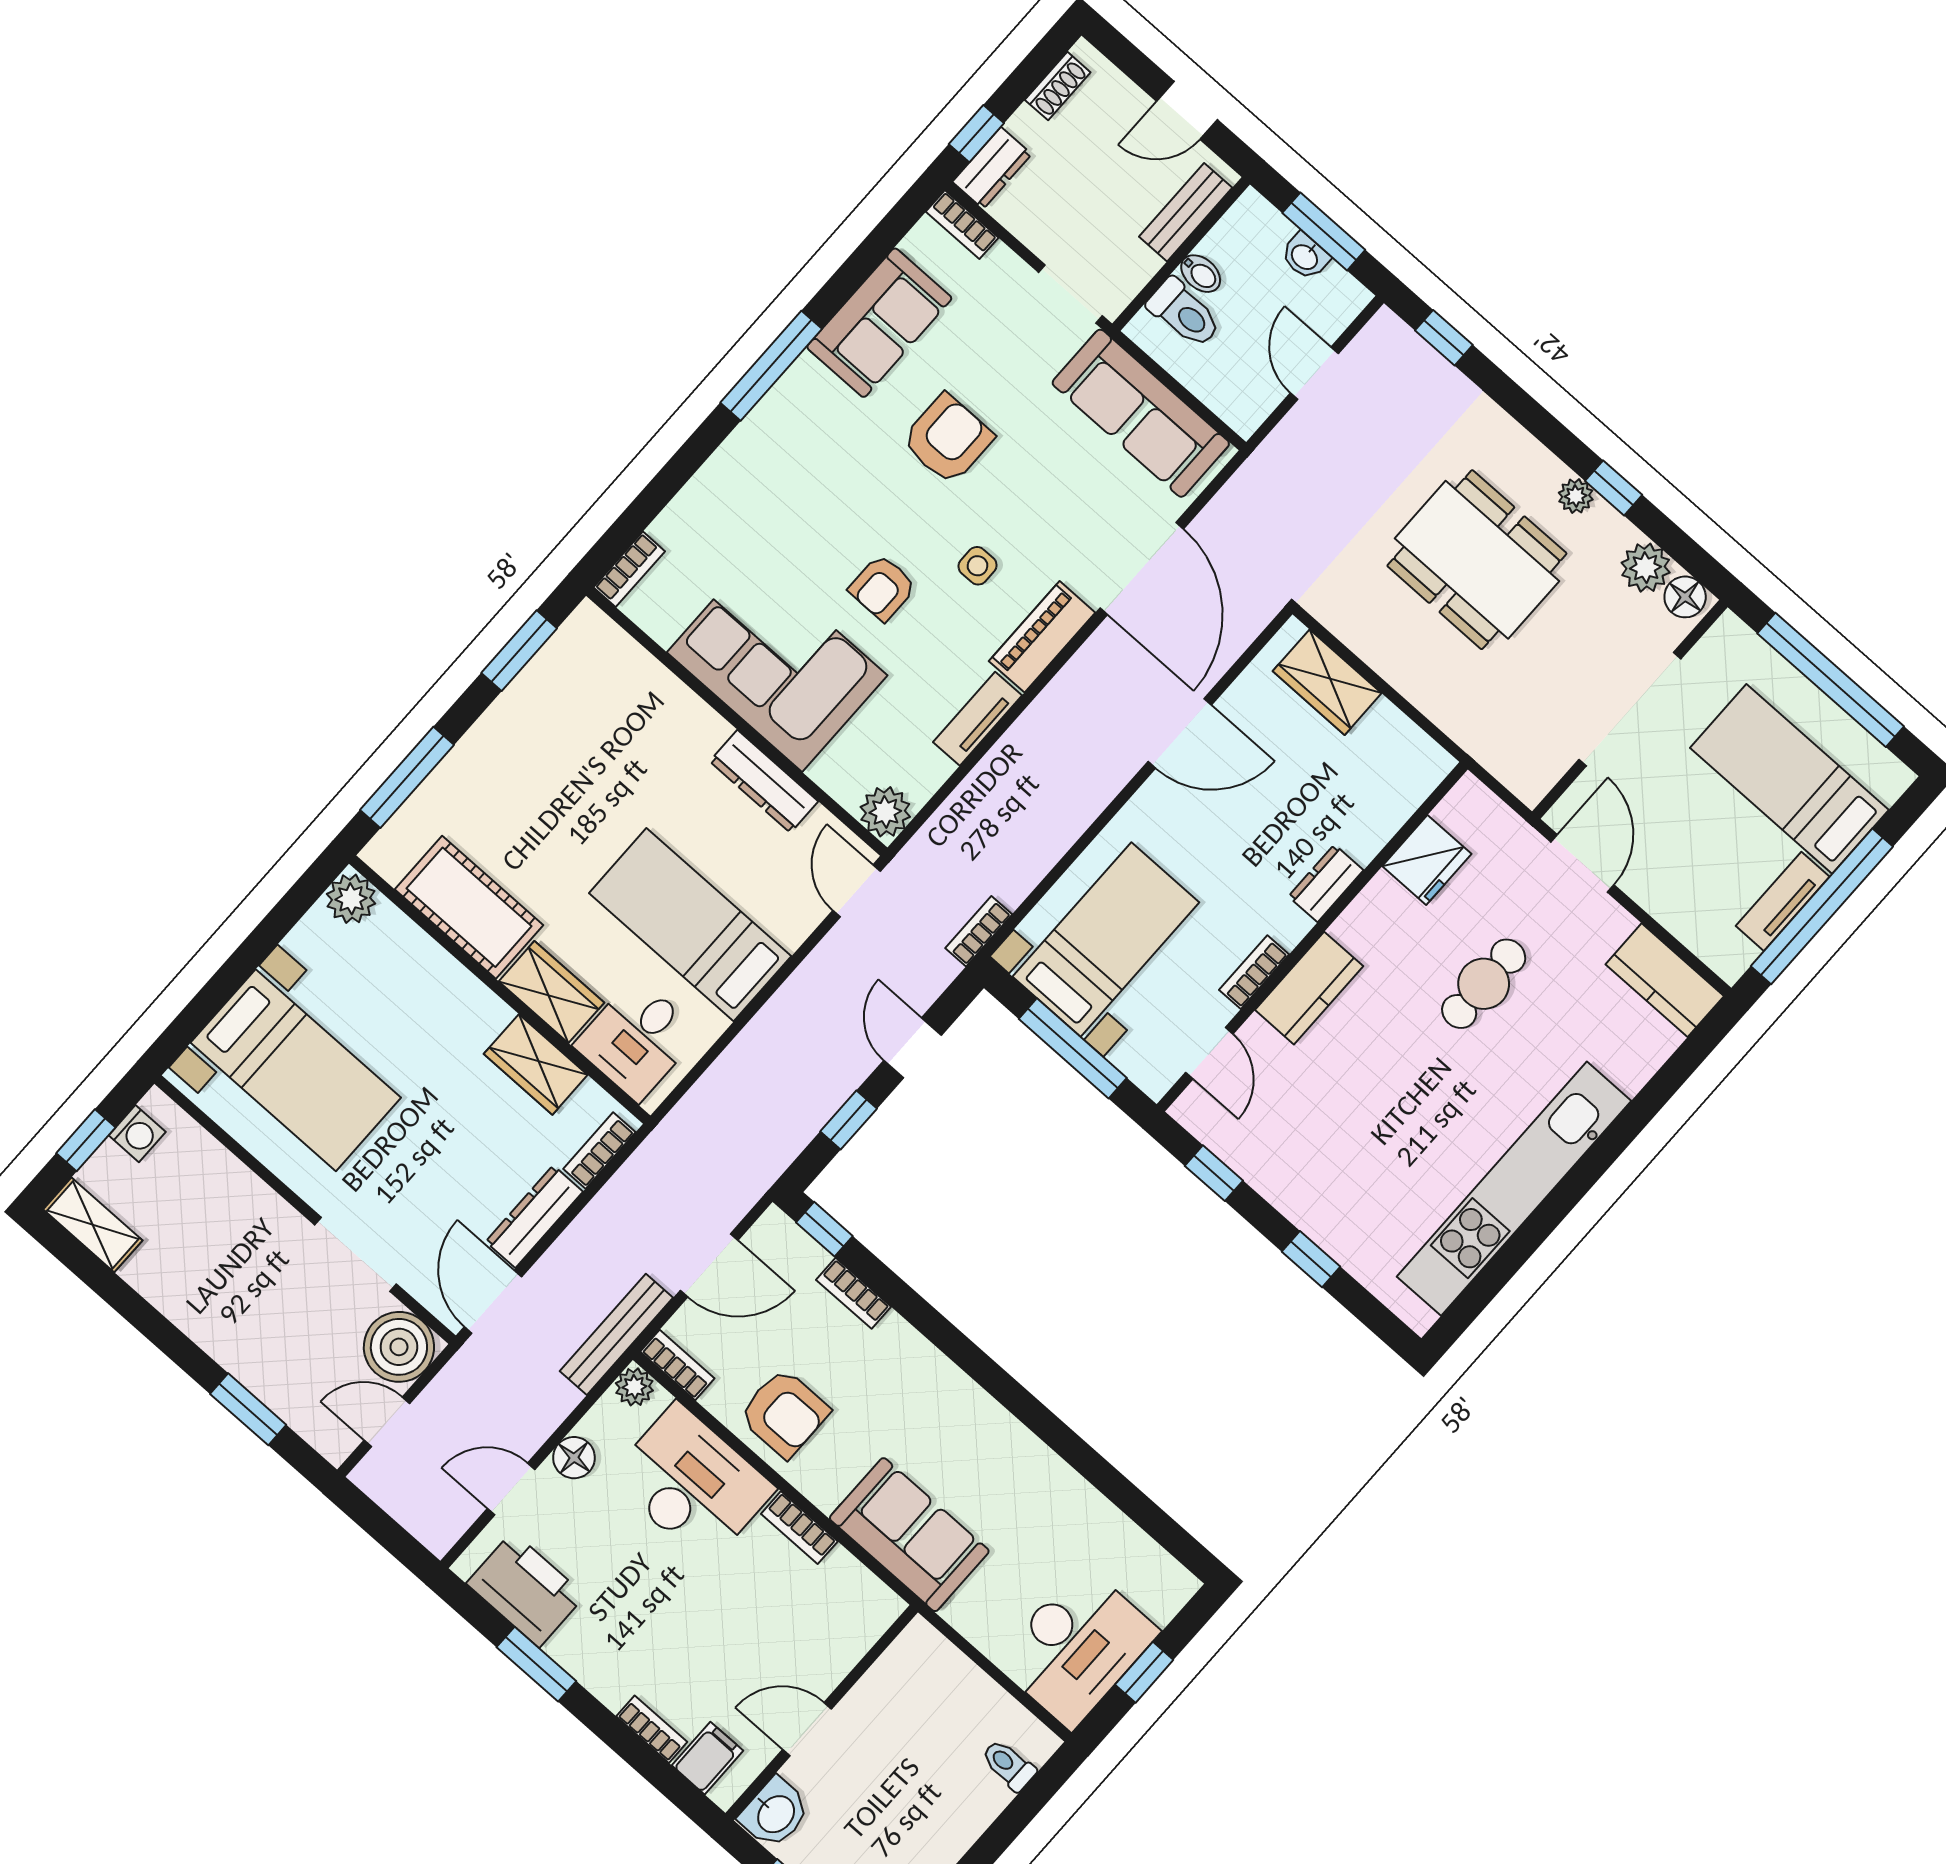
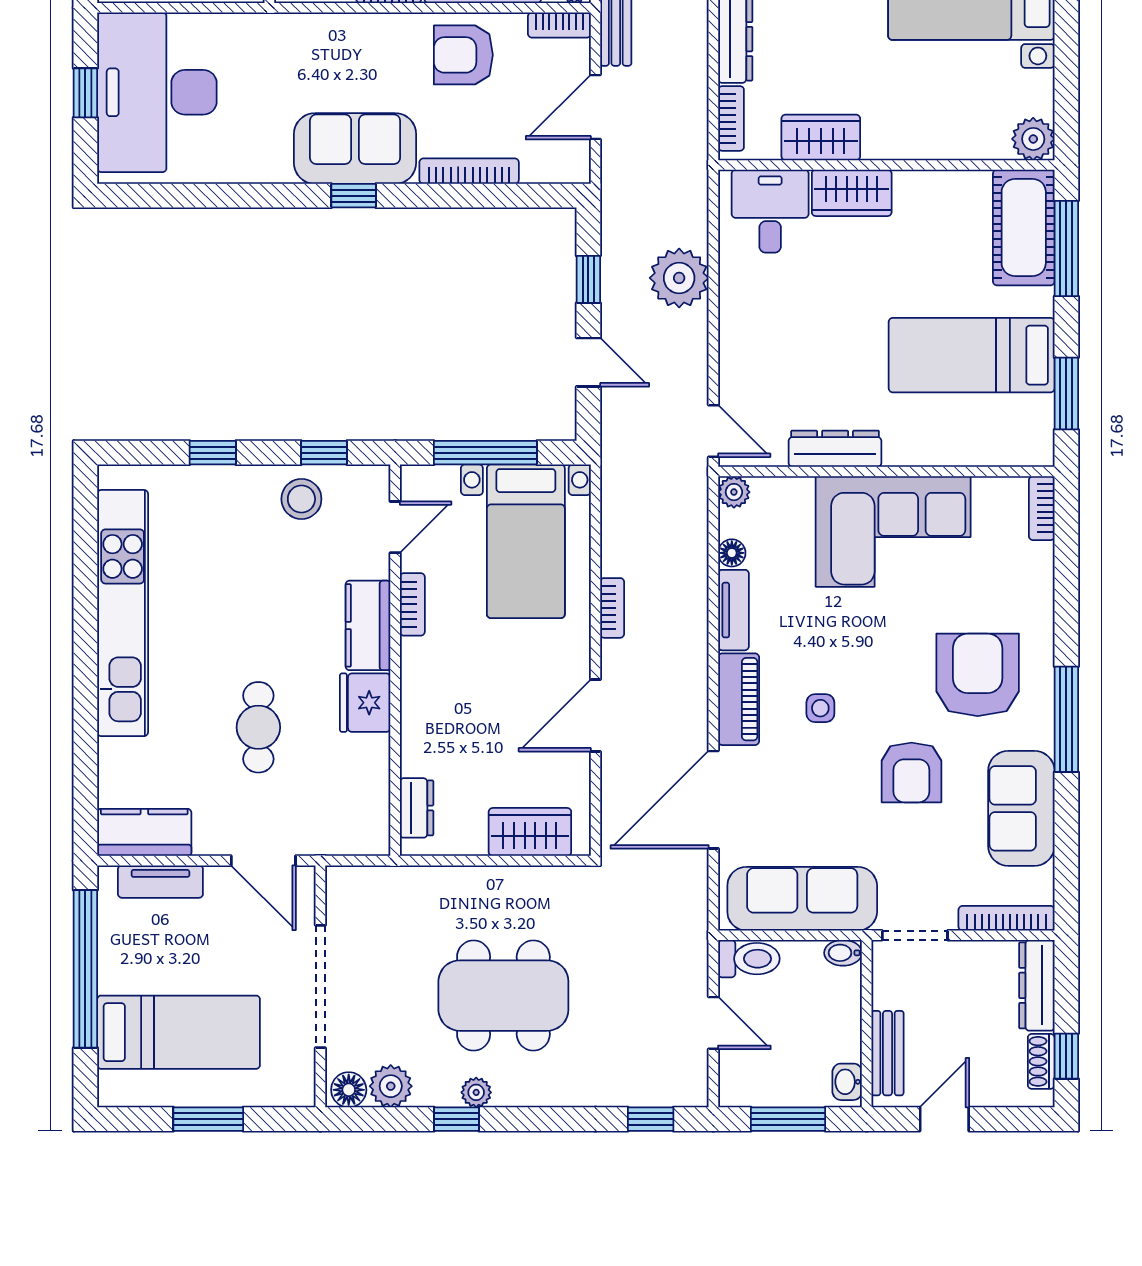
window: (976, 134) -> (1066, 1056), moved
dresser: (992, 168) -> (1037, 985), width x1.44
bookcase: (962, 225) -> (1006, 918), width x1.56
washbasin: (1305, 256) -> (847, 1082), moved, turned -90
bidet: (1201, 274) -> (843, 953), moved
toilet: (1184, 313) -> (749, 959), moved, turned 180
door: (1142, 569) -> (713, 800), hinge flipped
armchair: (882, 588) -> (978, 675), moved, width x1.88, depth x1.88
window: (1831, 680) -> (208, 1119), width x0.47
floor lamp: (935, 770) -> (732, 553), added
plant: (885, 812) -> (734, 492), width x0.73, depth x0.73
fridge: (1427, 860) -> (365, 703), moved
dresser: (1326, 883) -> (417, 808), moved
tv unit: (1783, 901) -> (160, 882), moved, turned 90
cot: (469, 907) -> (1024, 228), moved, turned 90
bed: (690, 925) -> (972, 355), moved, turned 180
bookcase: (979, 931) -> (612, 608), moved
plant: (768, 1051) -> (679, 278), added
door: (1209, 1053) -> (395, 527), swing flipped
stool: (1269, 1150) -> (301, 499), added
window: (824, 1229) -> (354, 196), moved
bookcase: (854, 1293) -> (469, 171), width x1.56
sofa: (909, 1535) -> (355, 148), moved, turned 180
desk: (1077, 1647) -> (157, 92), width x1.36, depth x1.30

